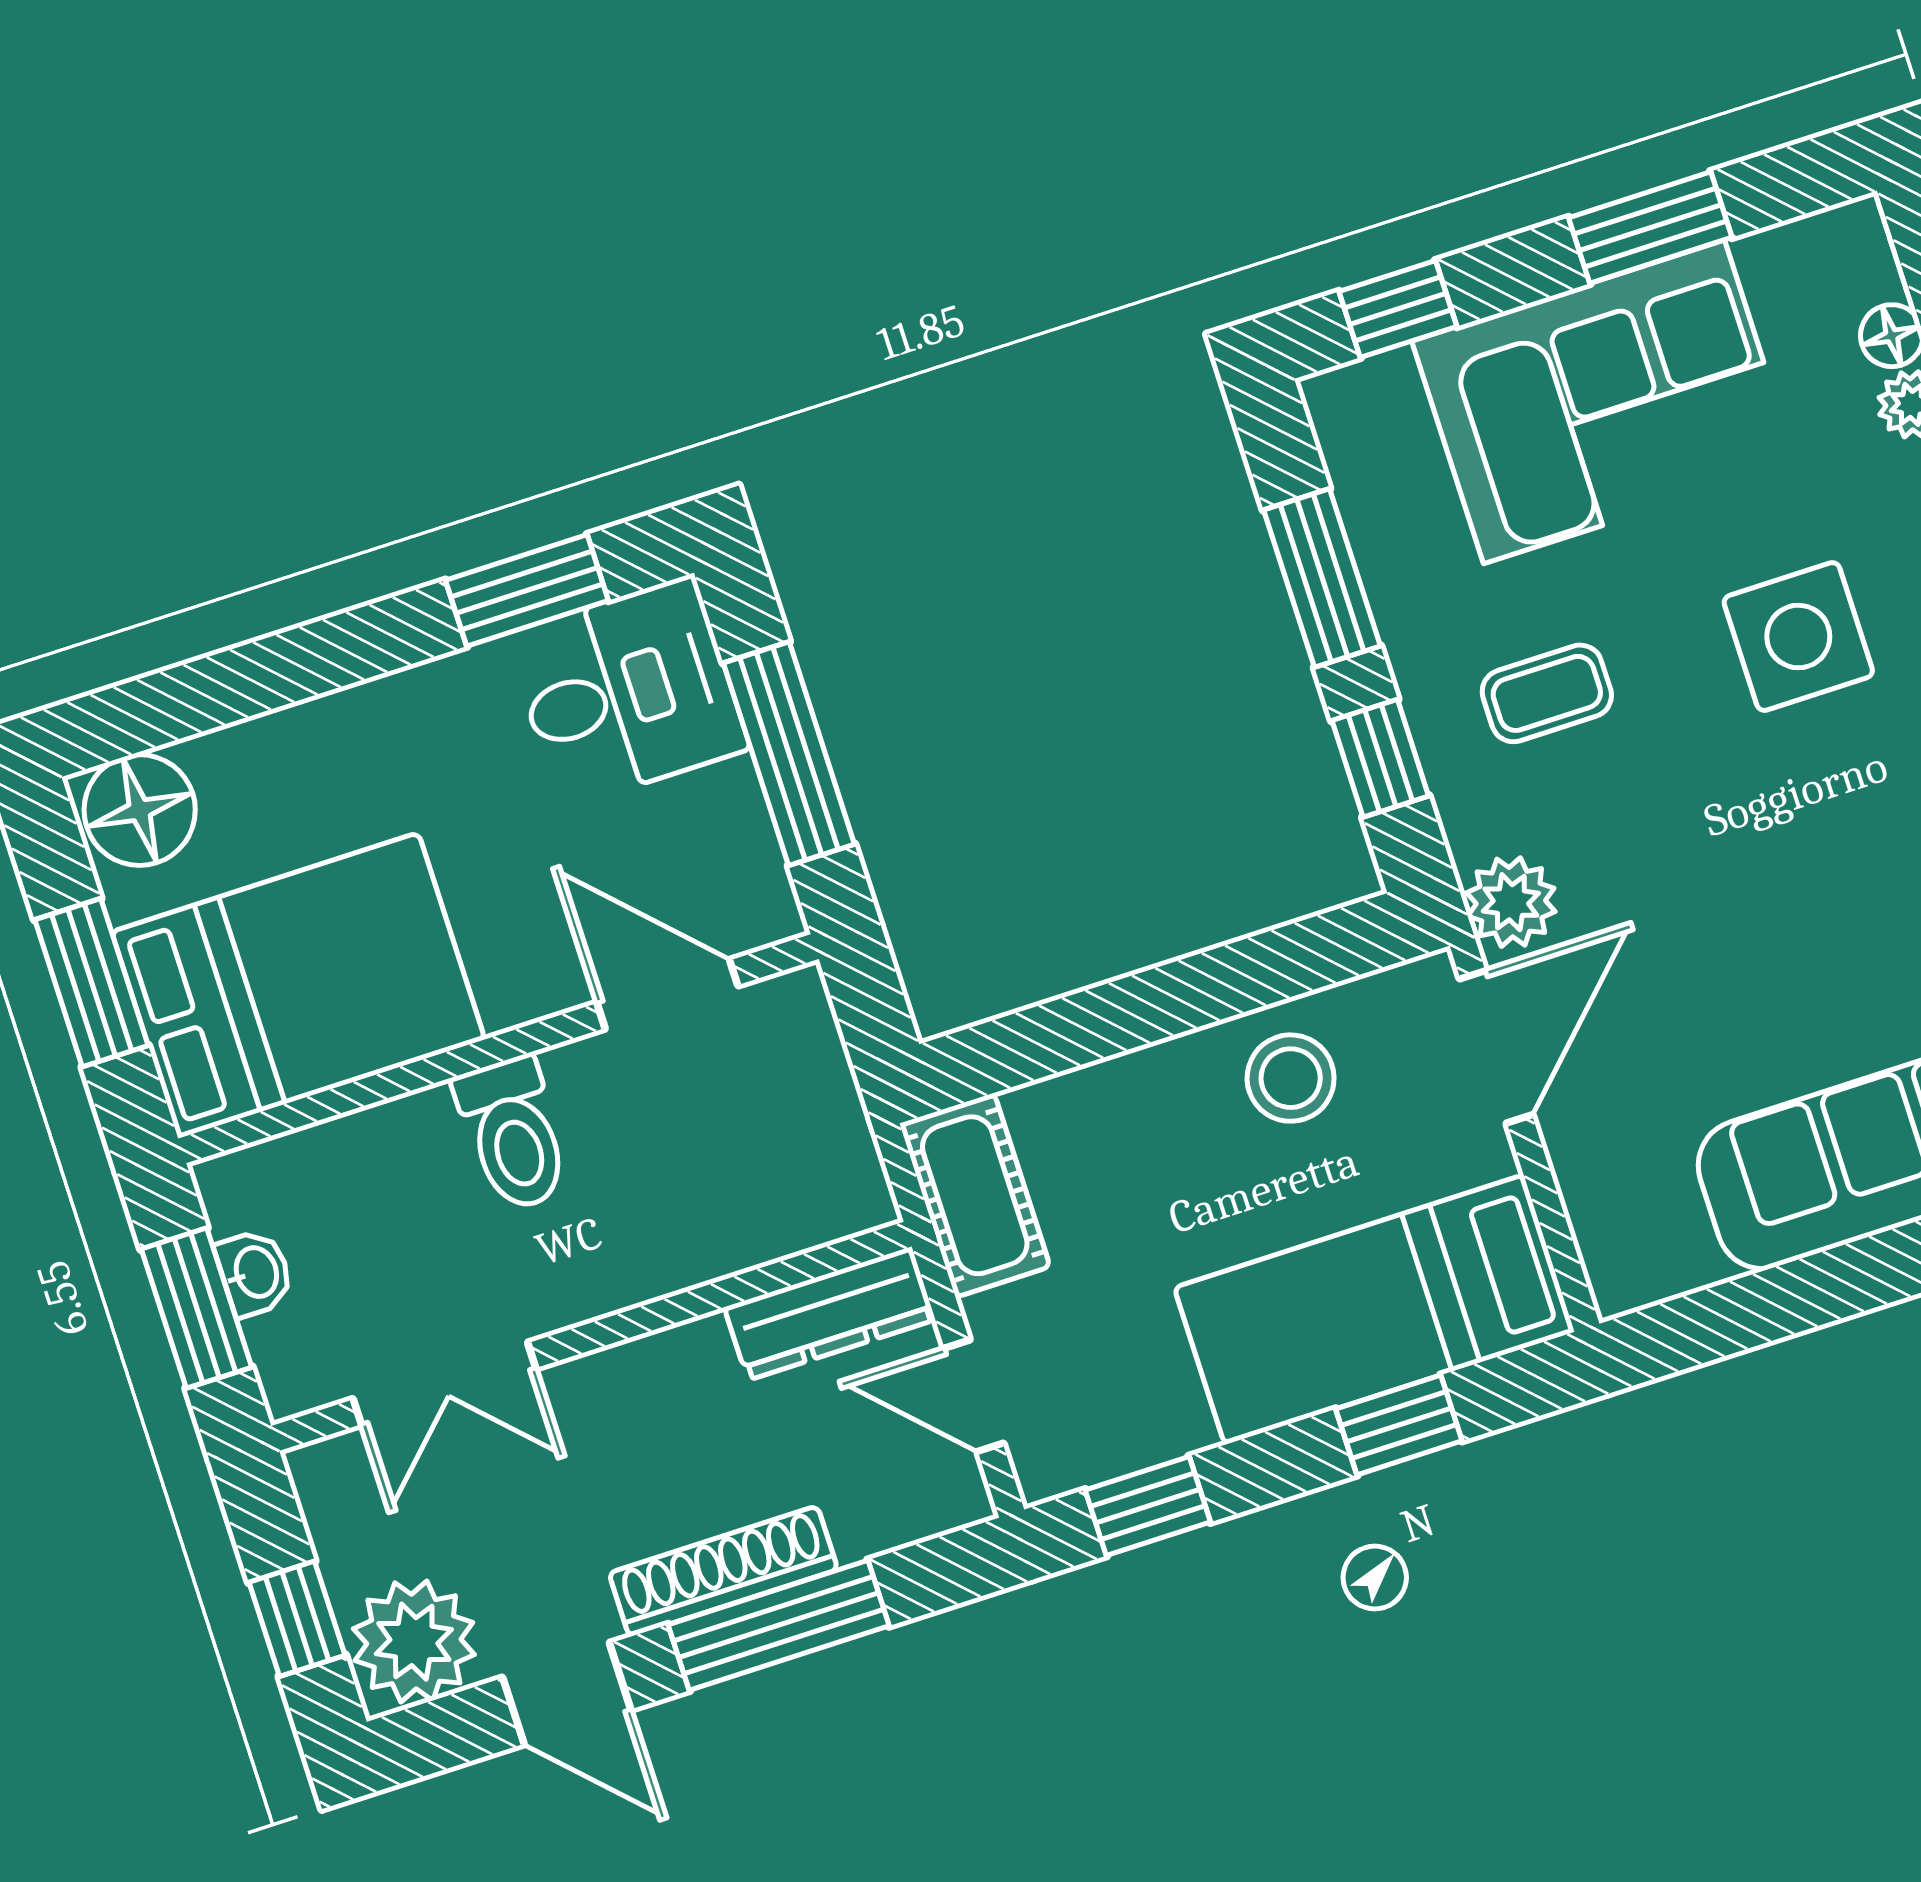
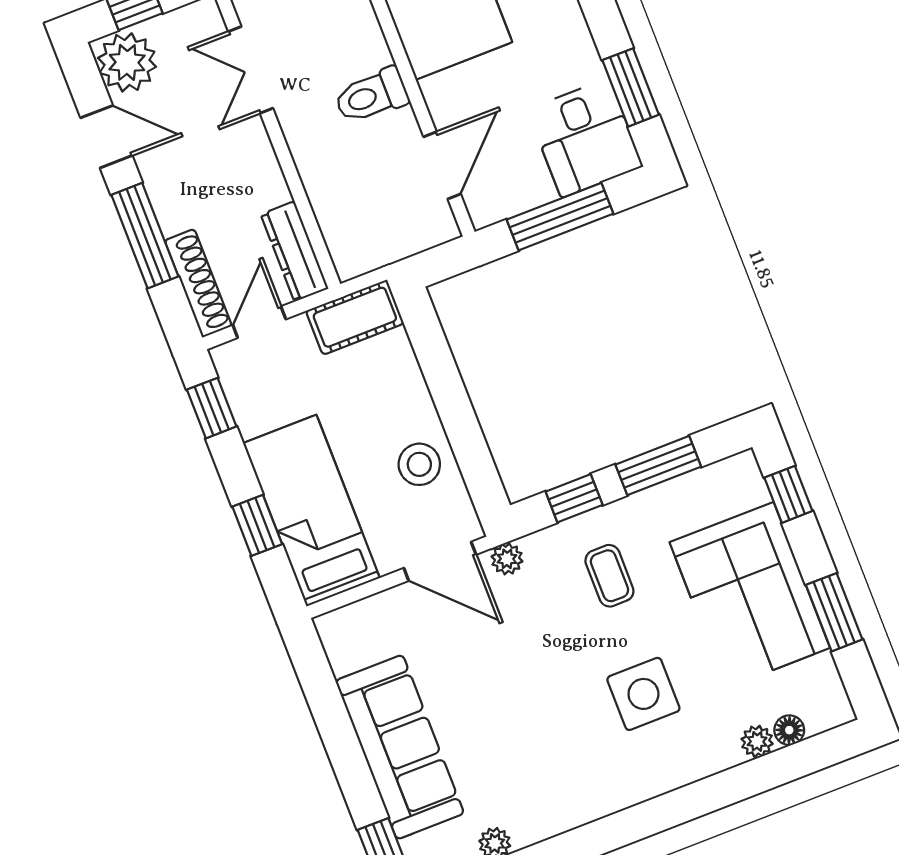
plant: (1511, 902) -> (507, 559), width x0.73, depth x0.73
shoe rack: (723, 1571) -> (198, 283), moved
door: (567, 1694) -> (106, 137), swing flipped

